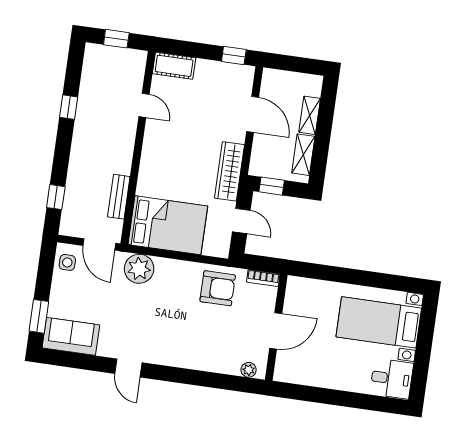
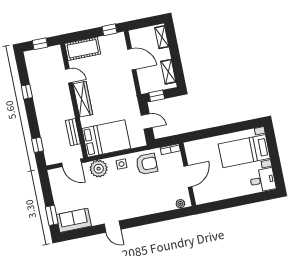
cot: (174, 66) -> (83, 49), width x1.37, depth x1.34
shelving: (310, 115) -> (162, 37), moved
wardrobe: (229, 171) -> (83, 99), moved, turned 180
side table: (67, 262) -> (121, 164), moved

